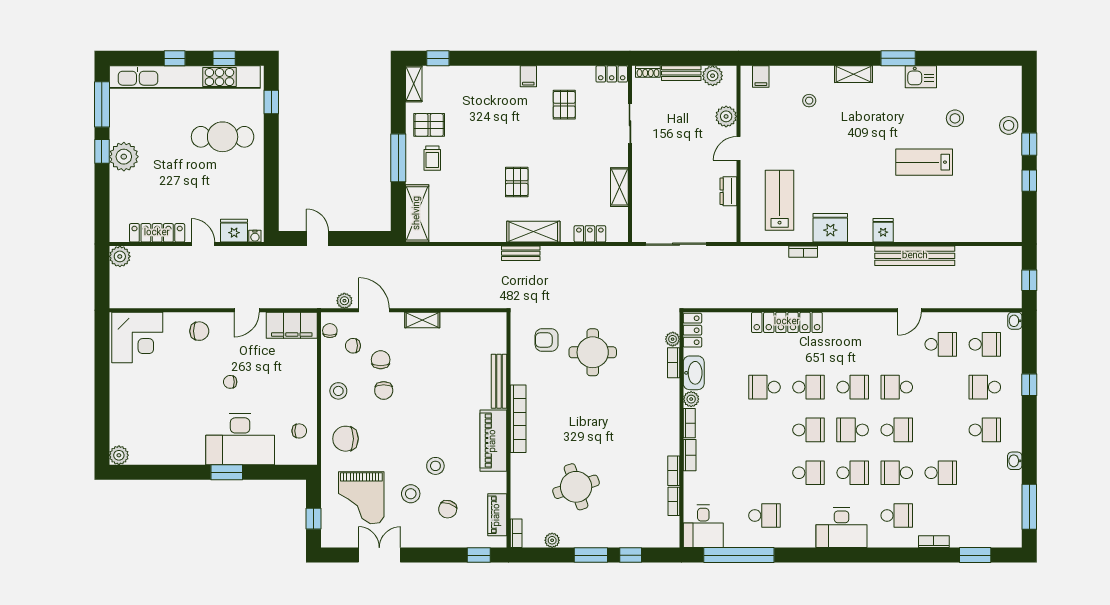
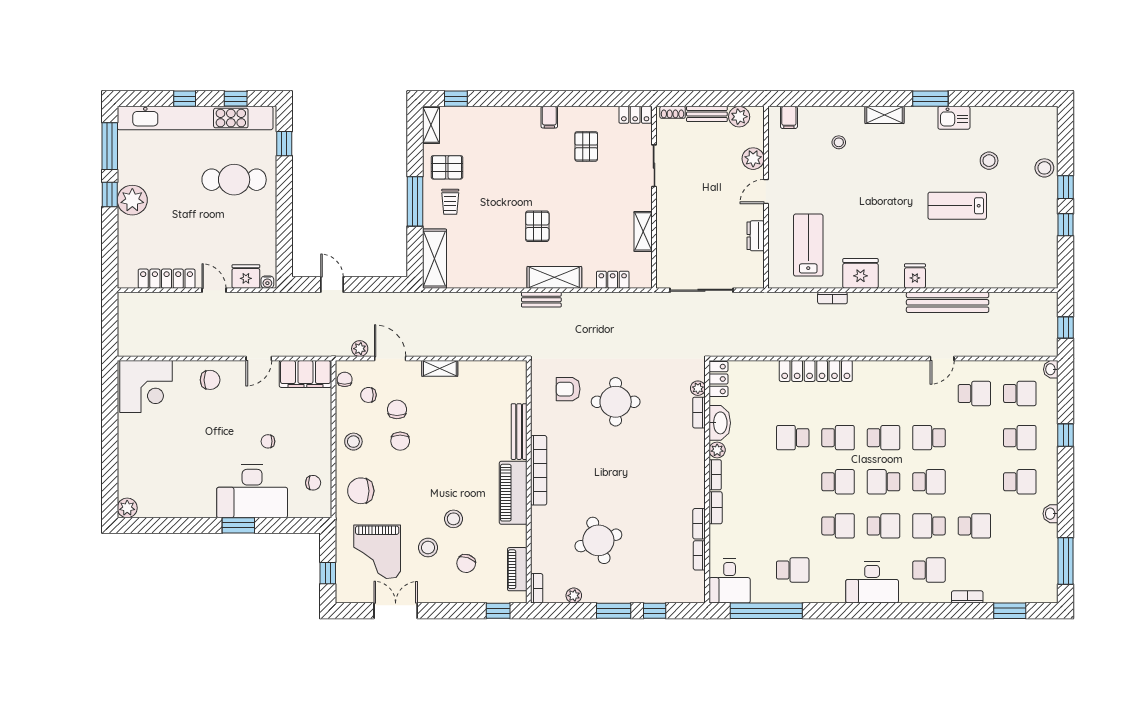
plant: (120, 256) -> (128, 303), removed
chair: (230, 382) -> (268, 441), moved
school desk: (985, 387) -> (1020, 438), turned 180

